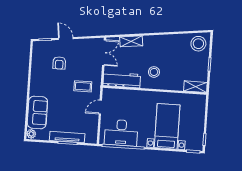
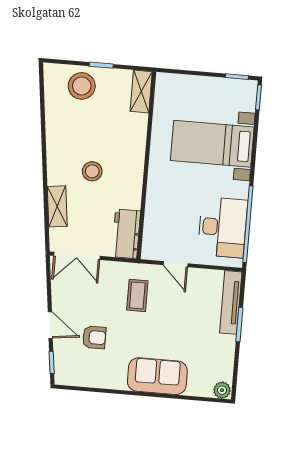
door: (66, 39) -> (50, 325), swing flipped
stool: (198, 44) -> (82, 86), moved
double door: (104, 53) -> (77, 256), swing flipped
stool: (154, 72) -> (92, 171), moved
workbench: (122, 80) -> (126, 234), width x0.73
sofa: (37, 112) -> (157, 376), moved
tv unit: (67, 137) -> (231, 302), moved

